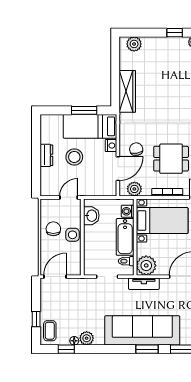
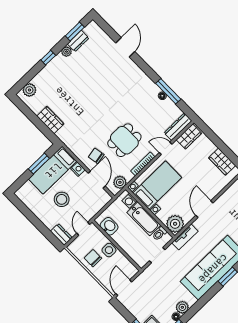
wardrobe: (127, 91) -> (50, 120), width x0.67
dresser: (46, 155) -> (61, 235), moved

